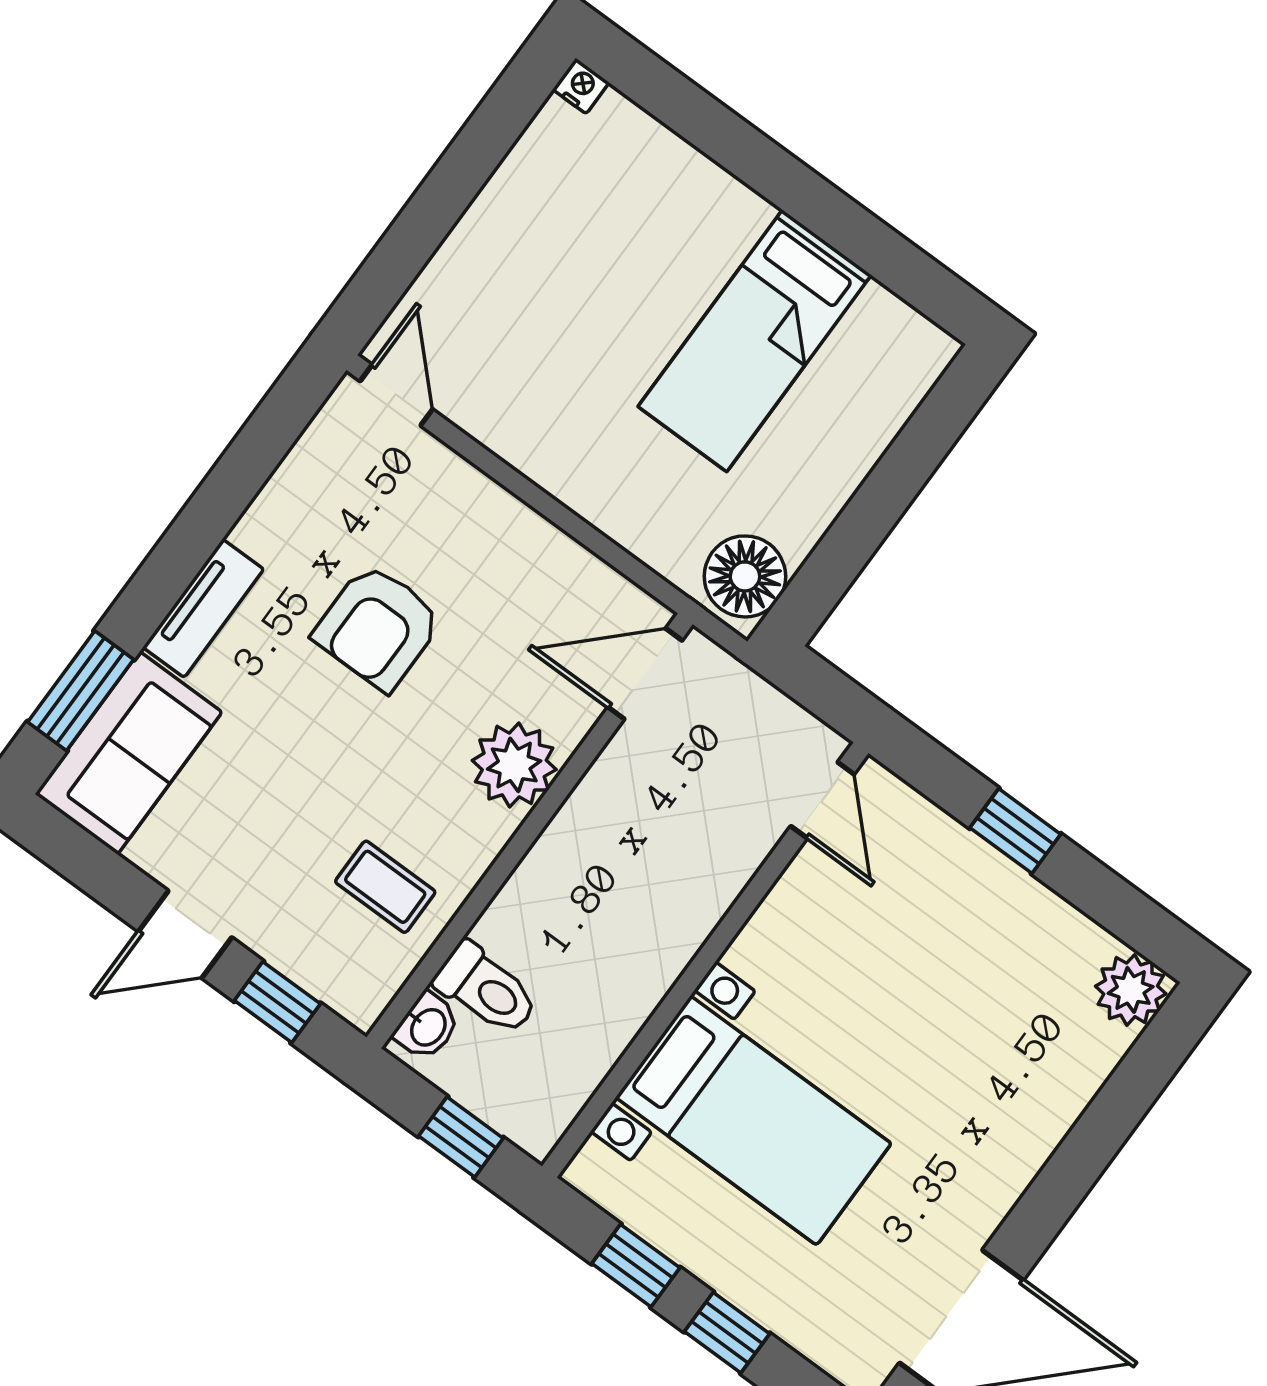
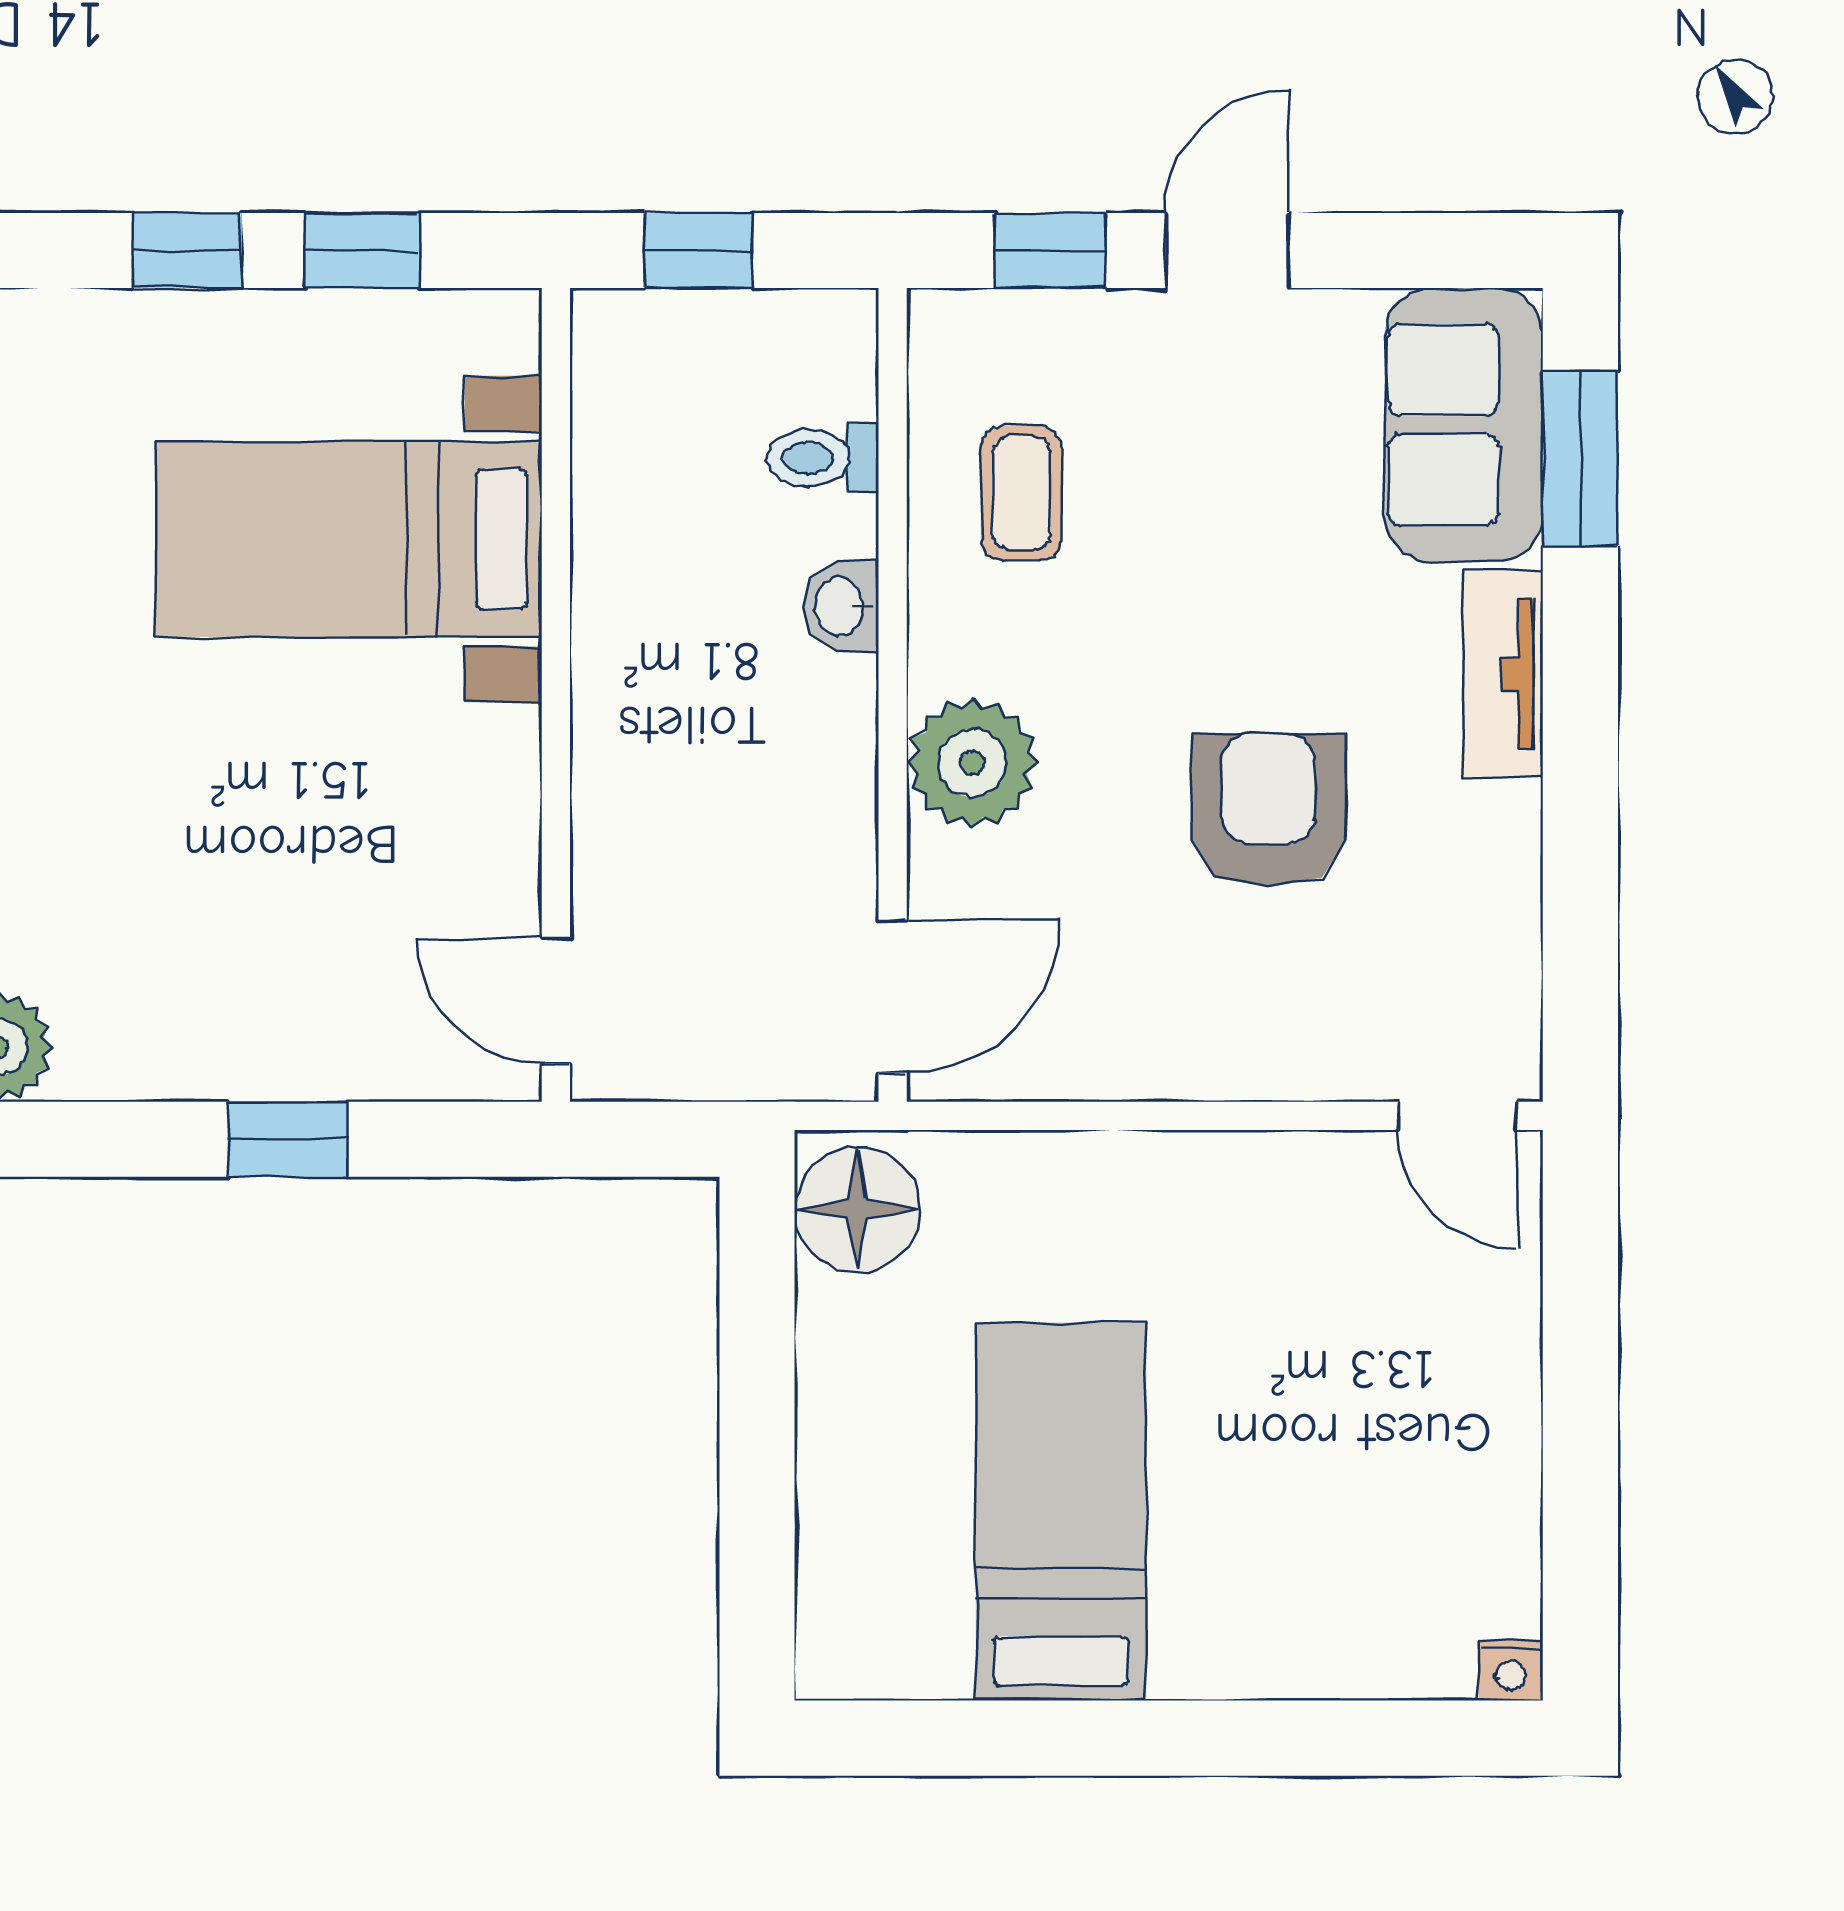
coffee table: (385, 887) -> (1021, 493), turned 90
toilet: (486, 989) -> (823, 458), width x0.73, depth x0.72
washbasin: (427, 1026) -> (841, 606), moved

